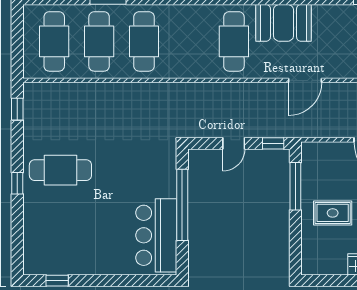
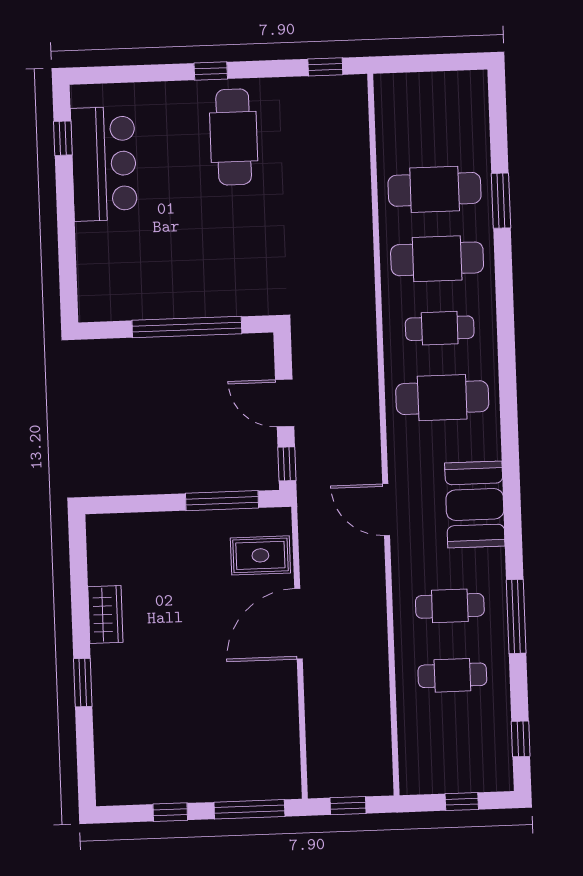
booth: (283, 23) -> (475, 504), moved
cafe table: (54, 41) -> (440, 328), moved, width x0.73, depth x0.74
door: (234, 143) -> (285, 403), width x1.37
rug: (333, 213) -> (260, 555), moved, turned 90
bar counter: (156, 235) -> (104, 164), moved, turned 90

